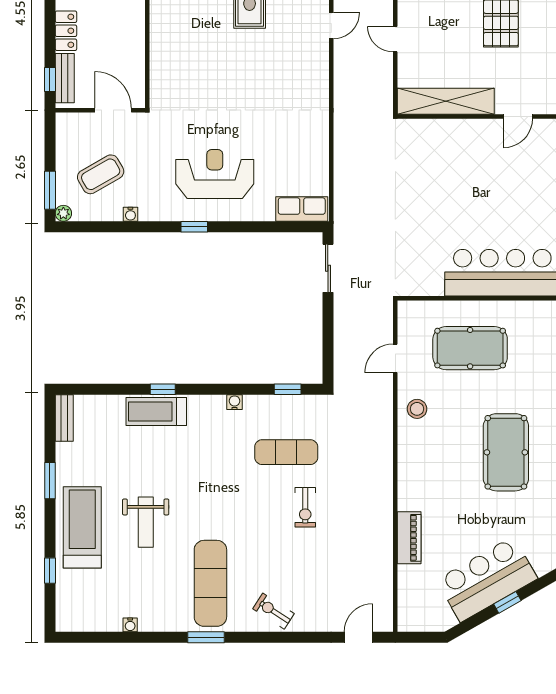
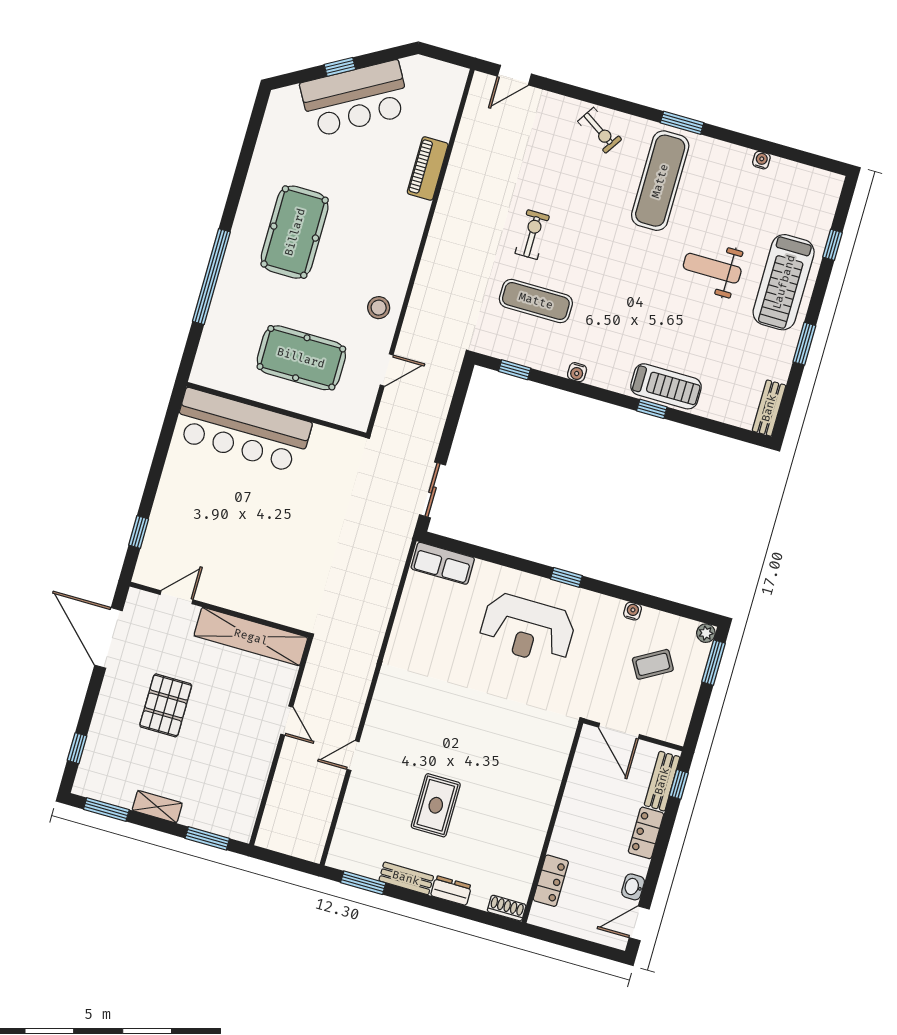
coffee table: (101, 174) -> (653, 664), width x0.73, depth x0.77
weight bench: (146, 522) -> (712, 268), turned -90

